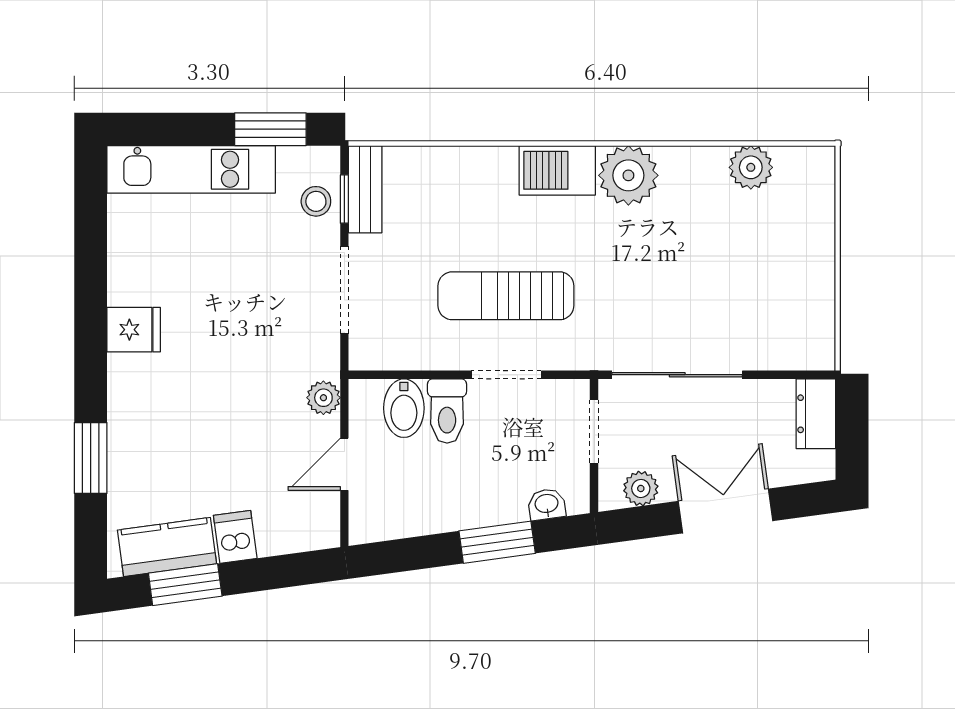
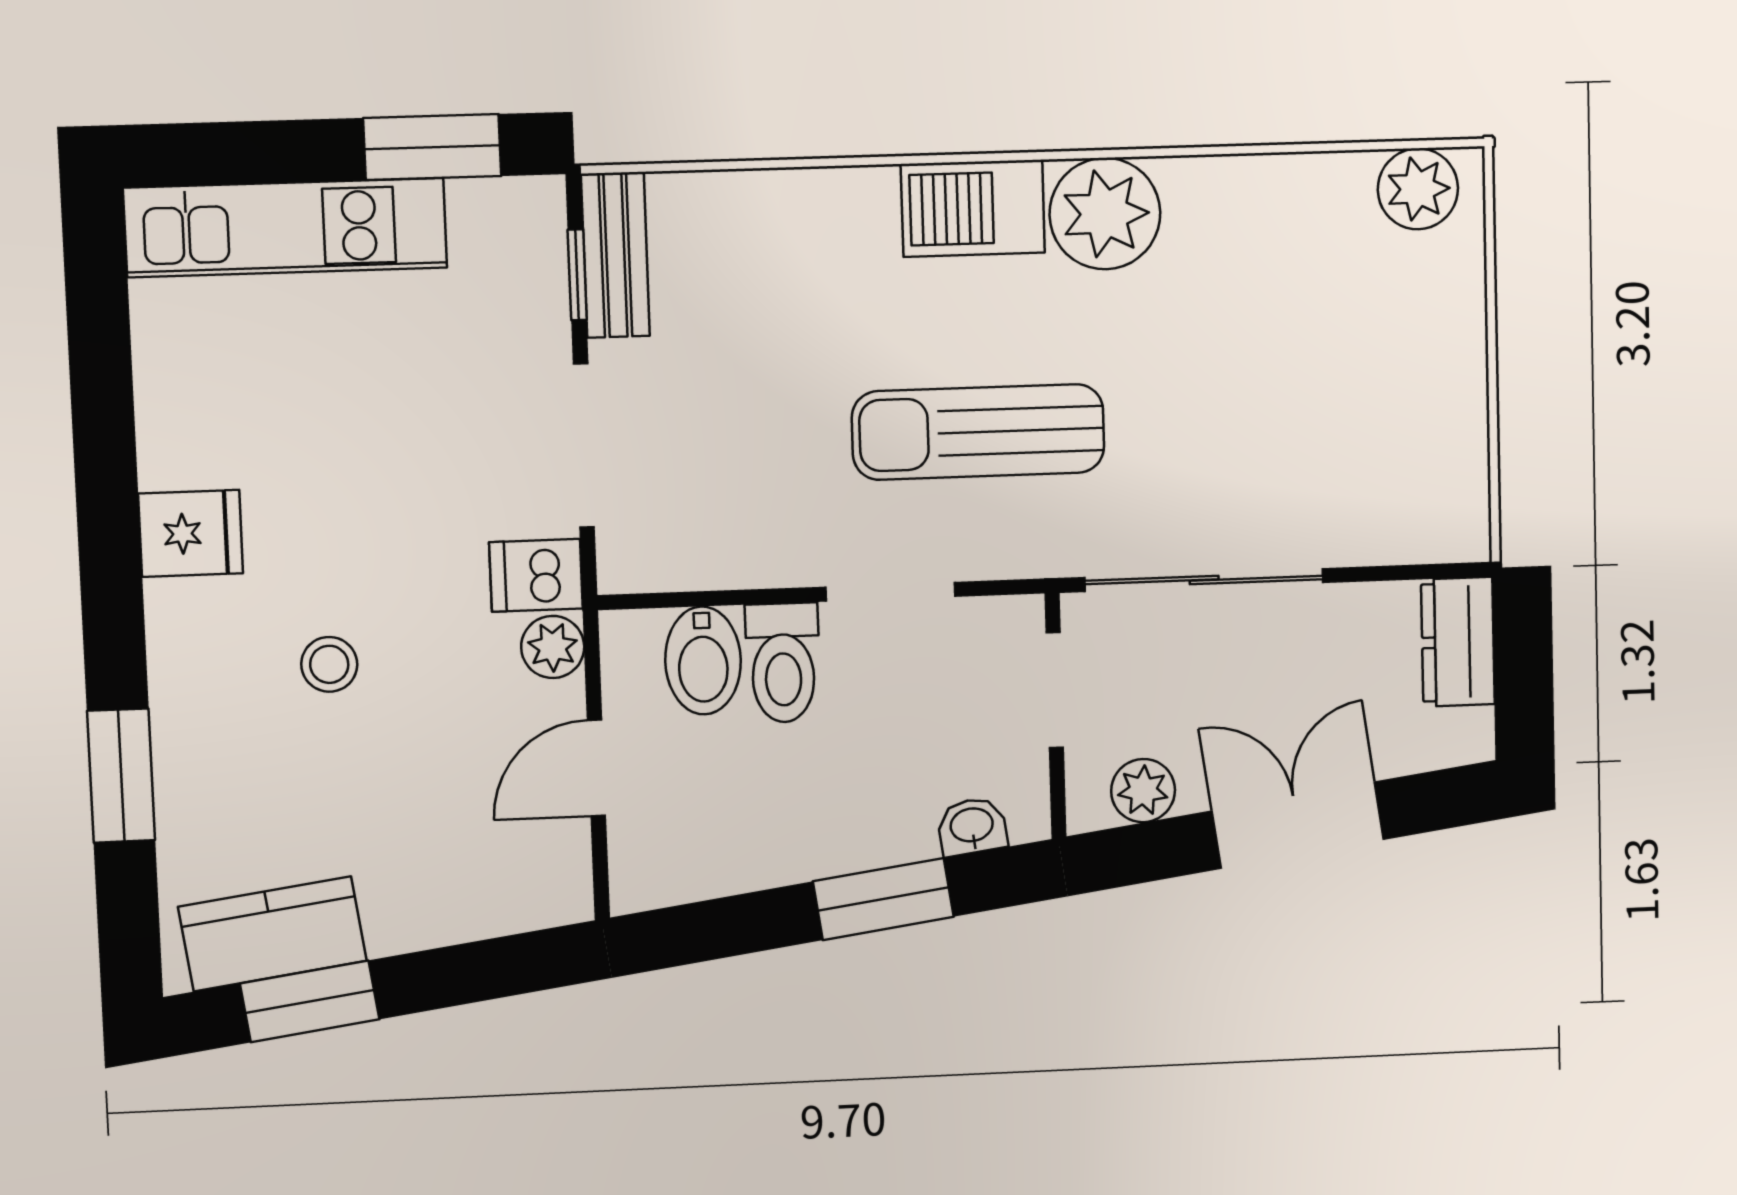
plant: (751, 167) -> (1418, 189), moved
stool: (316, 201) -> (329, 664), moved
sun lounger: (506, 296) -> (978, 432), moved
dishwasher: (235, 537) -> (536, 575), moved, turned -82

